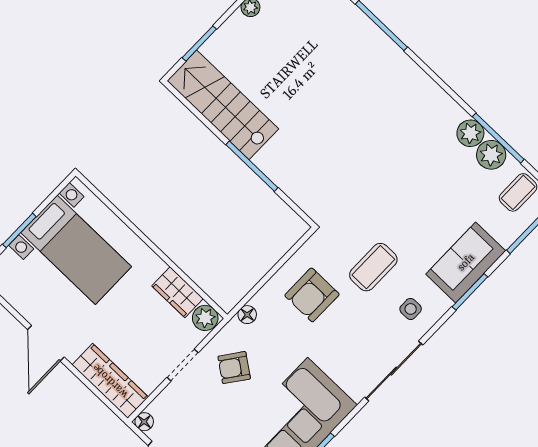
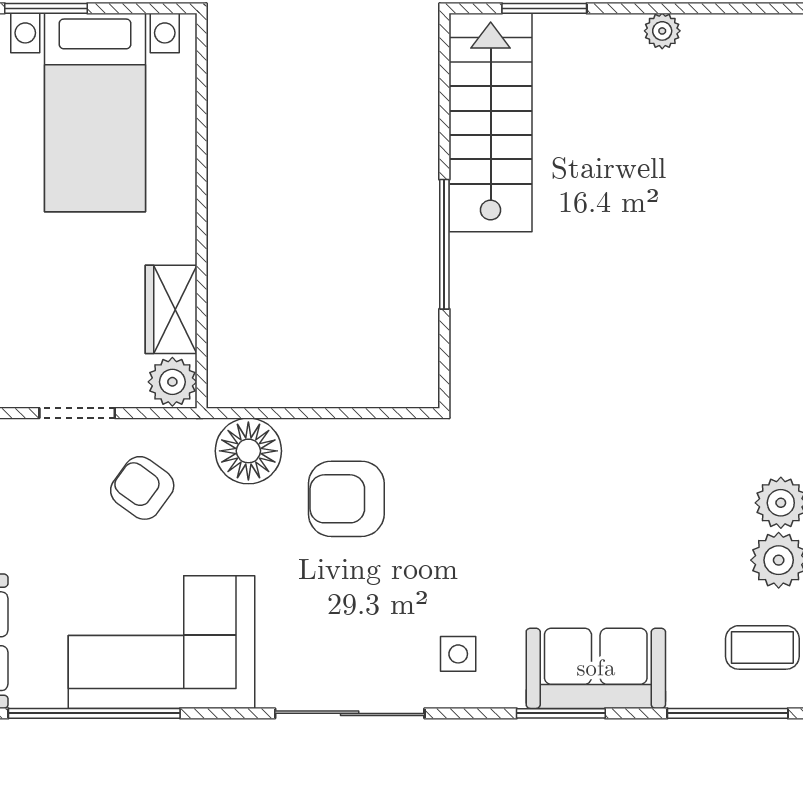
coffee table: (373, 267) -> (466, 547), removed
floor lamp: (247, 315) -> (248, 451), width x1.89, depth x1.89

